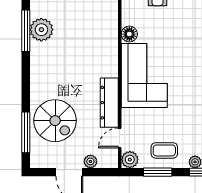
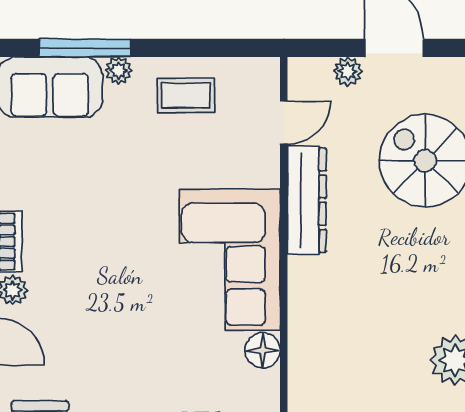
plant: (130, 160) -> (262, 75), removed
window: (158, 172) -> (201, 48), removed

